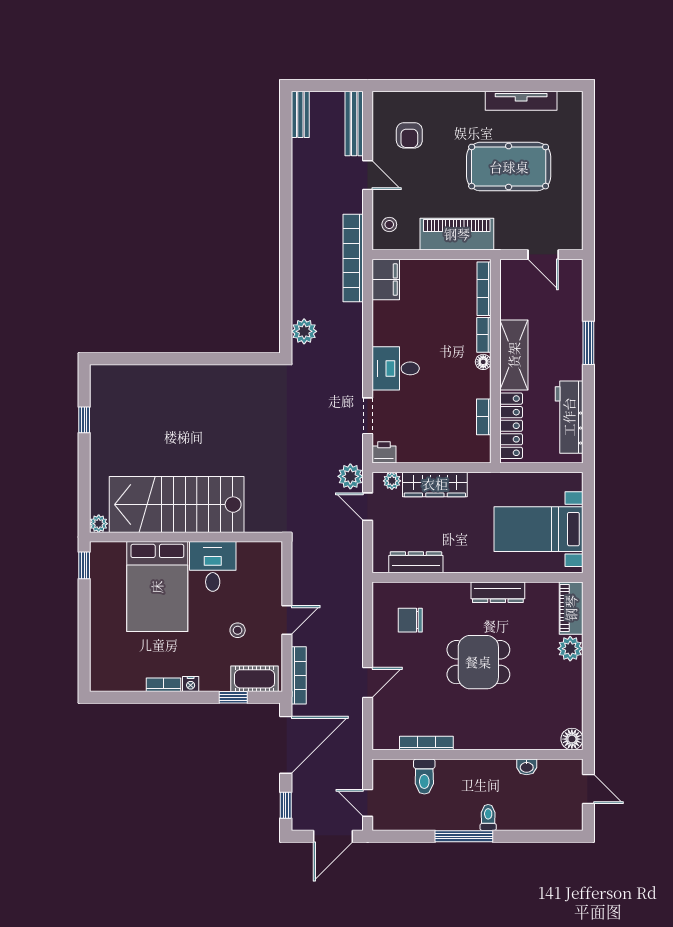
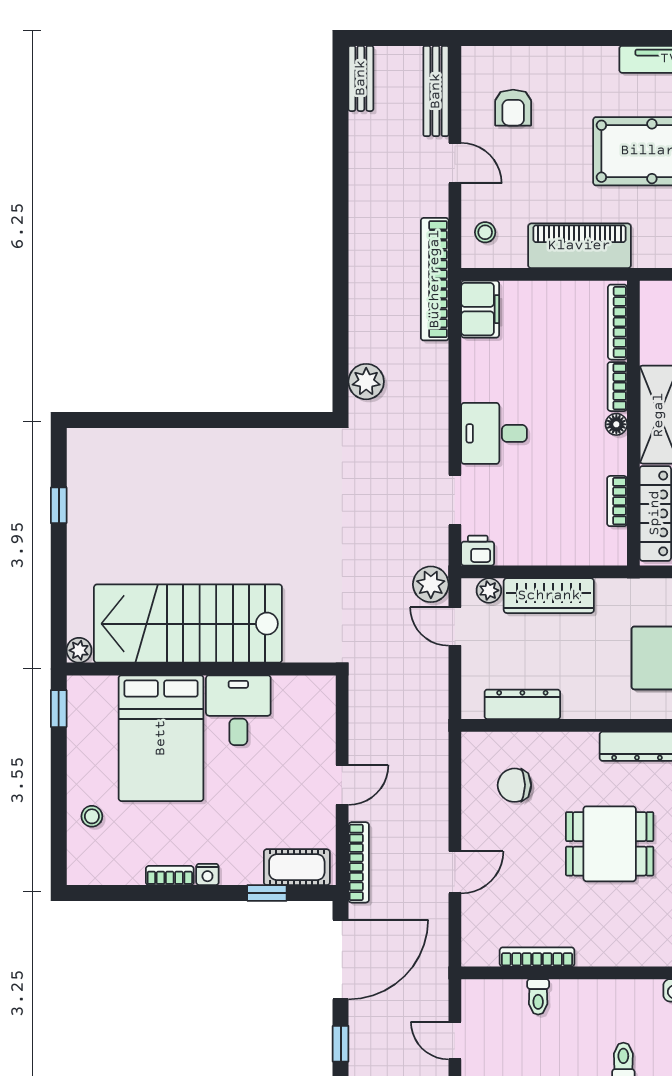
stool: (238, 630) -> (92, 816), moved
toilet: (424, 777) -> (538, 997), width x0.73, depth x0.72

